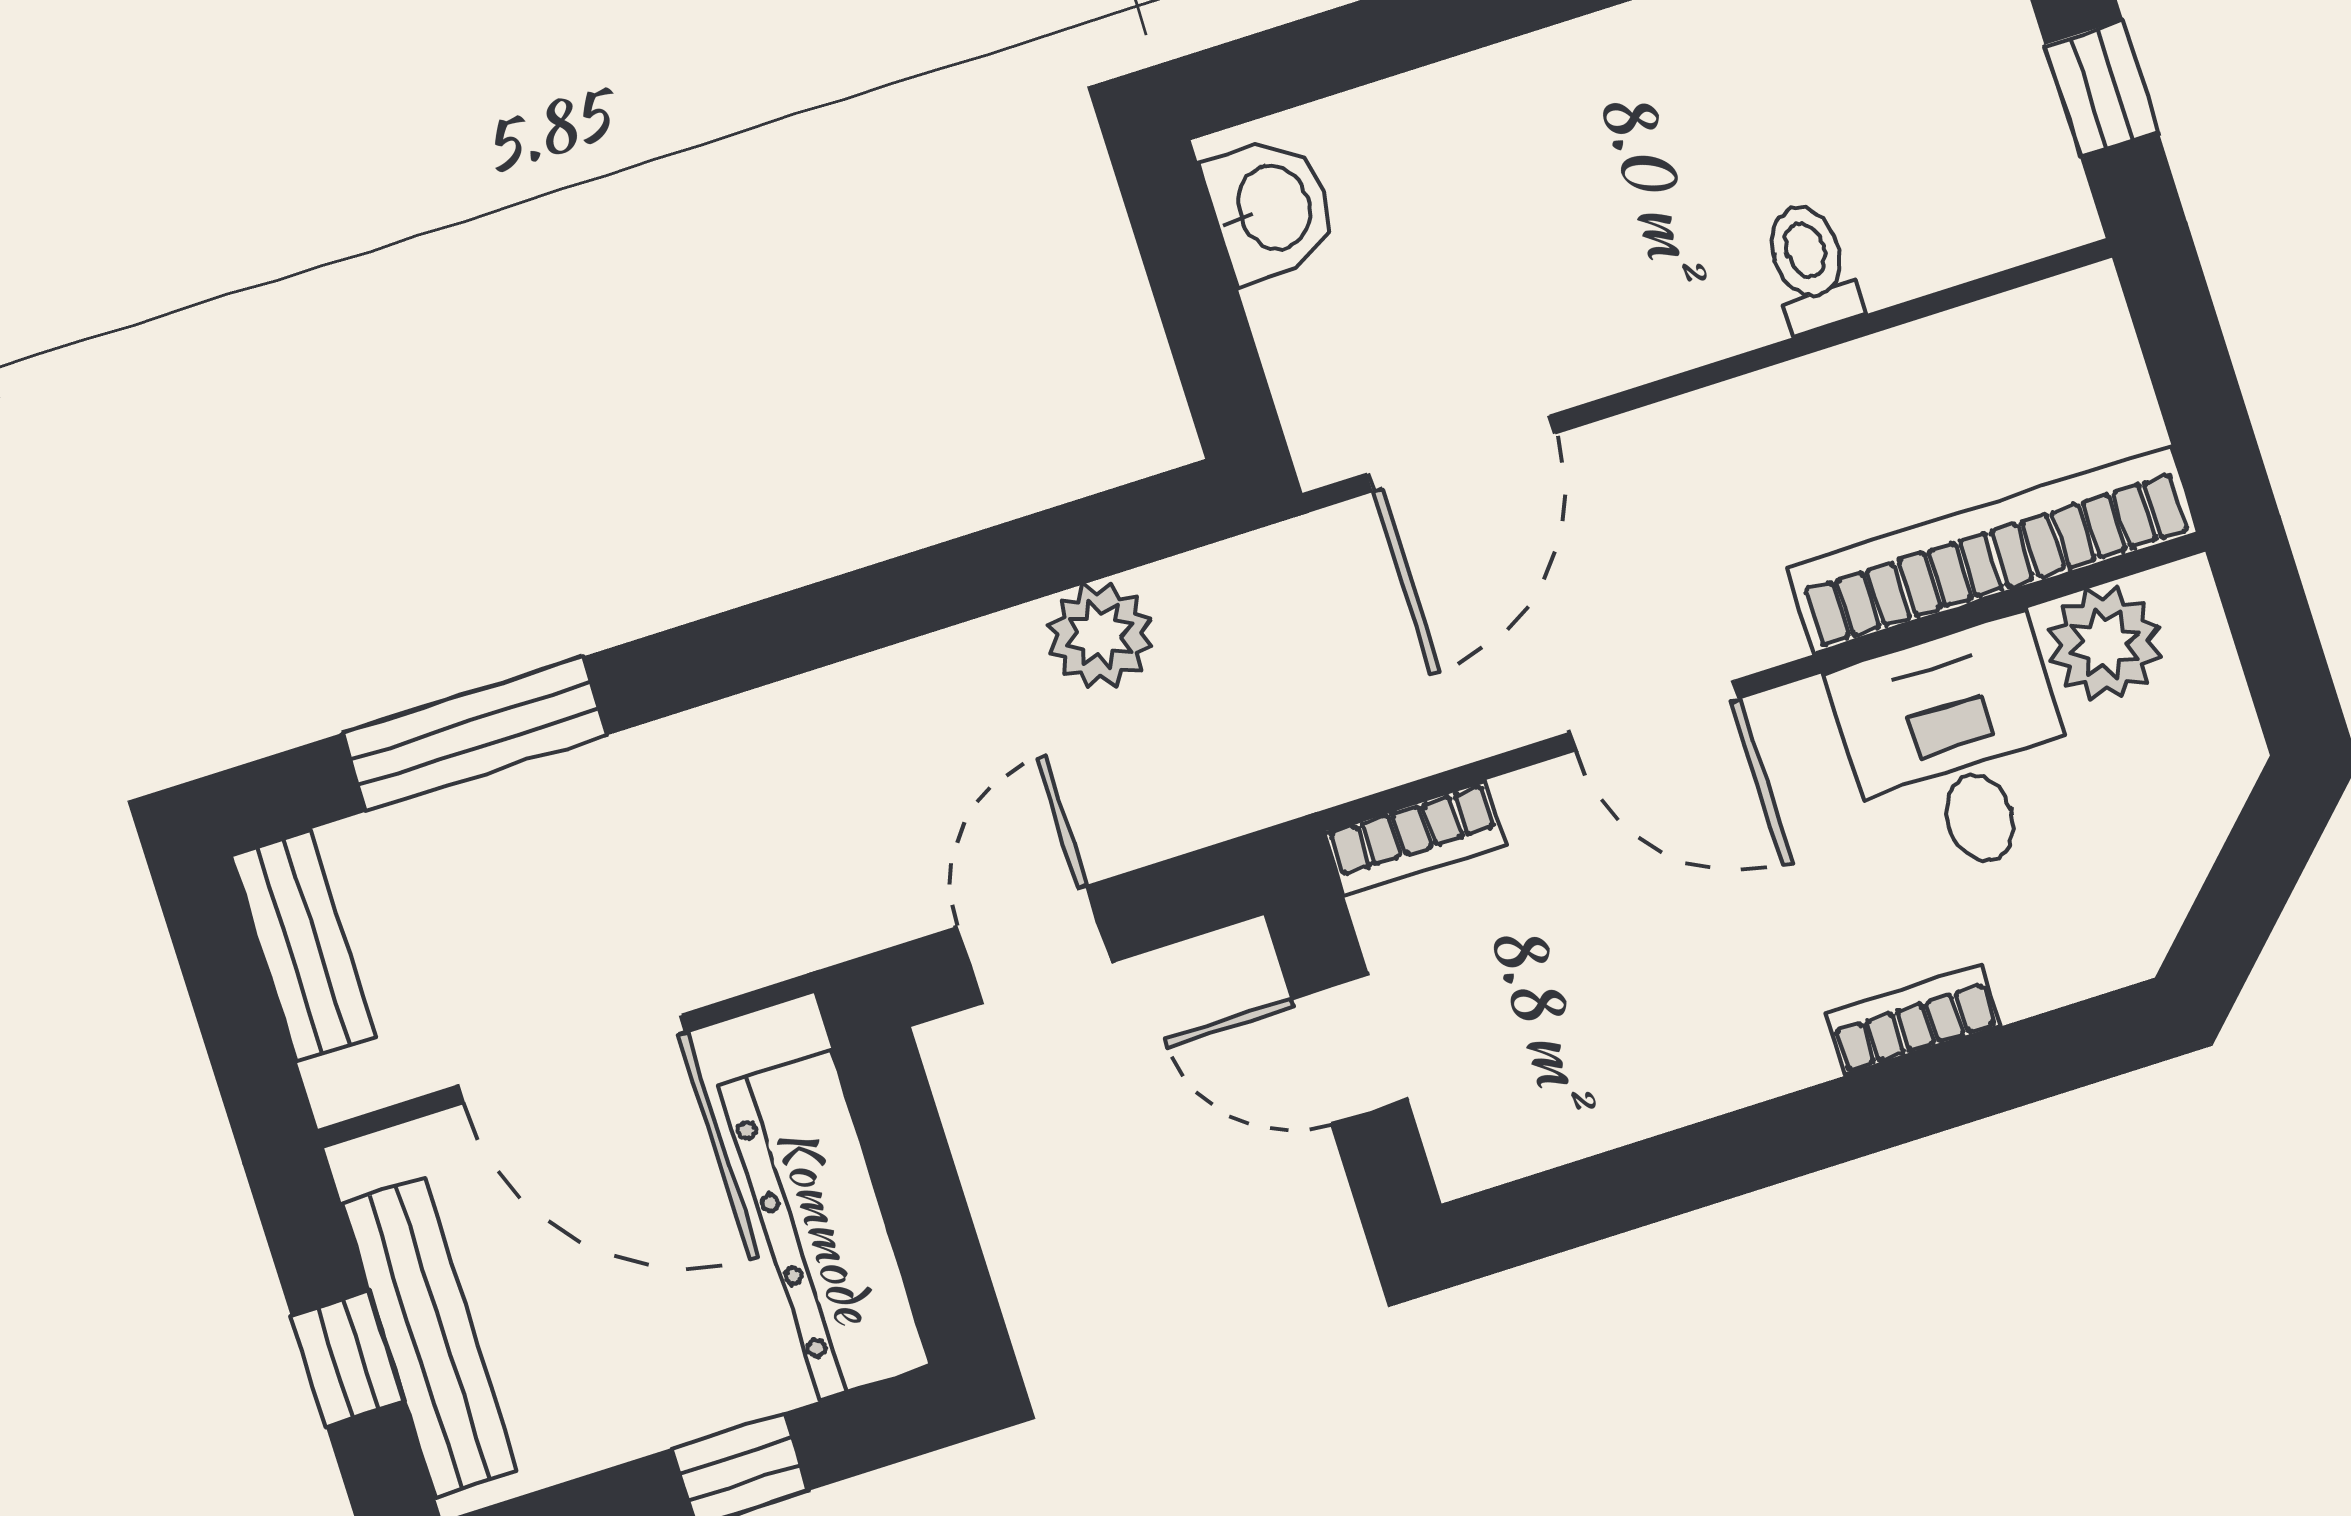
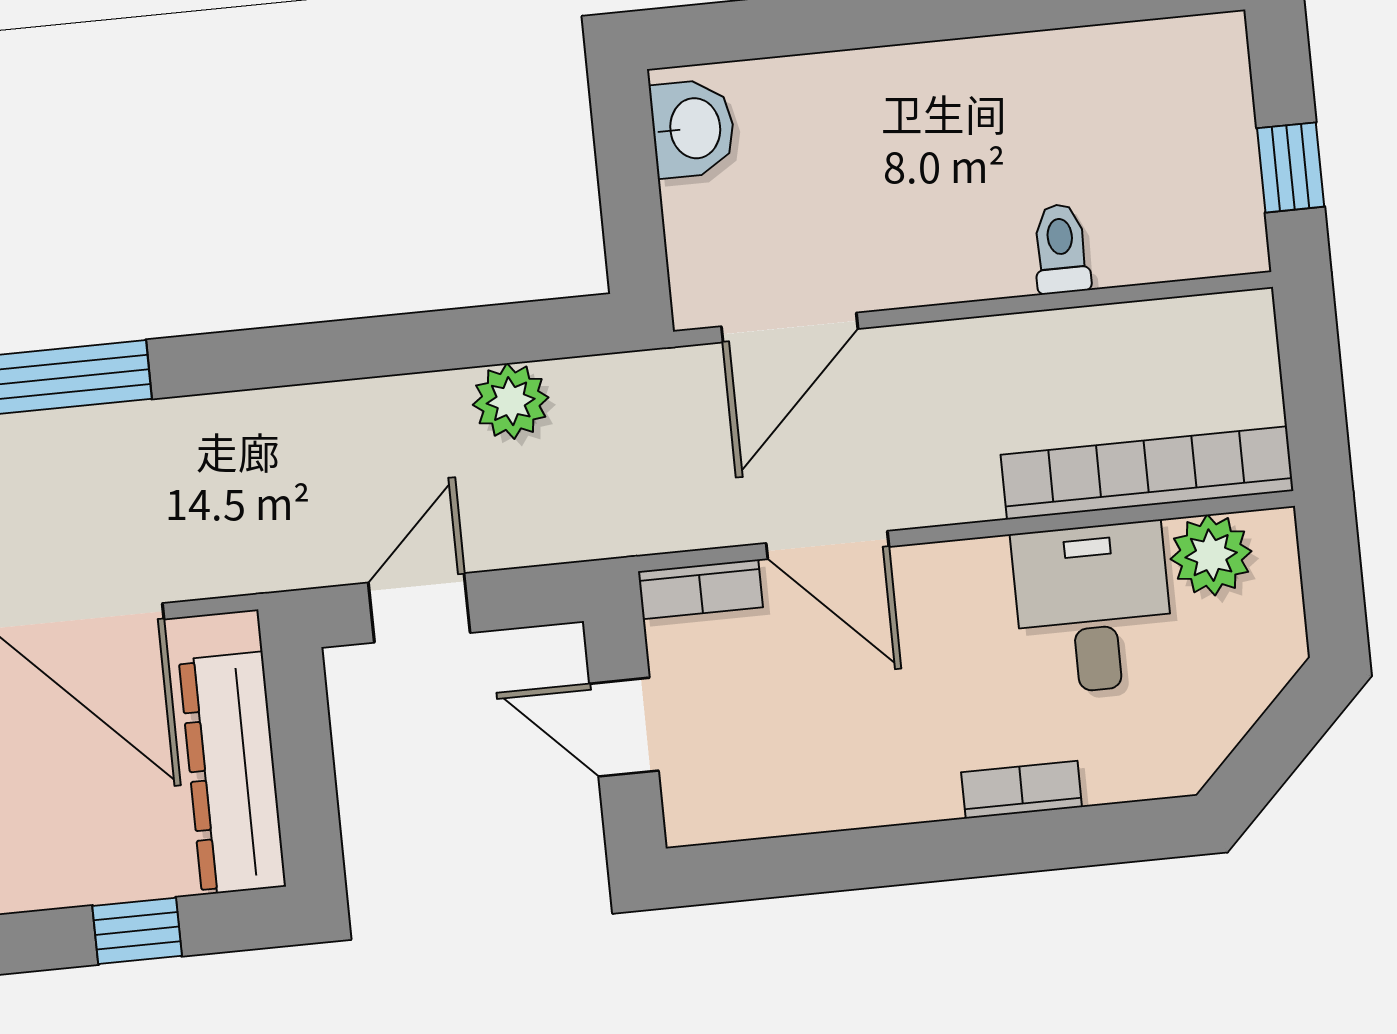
door: (1655, 715) -> (827, 545), moved

